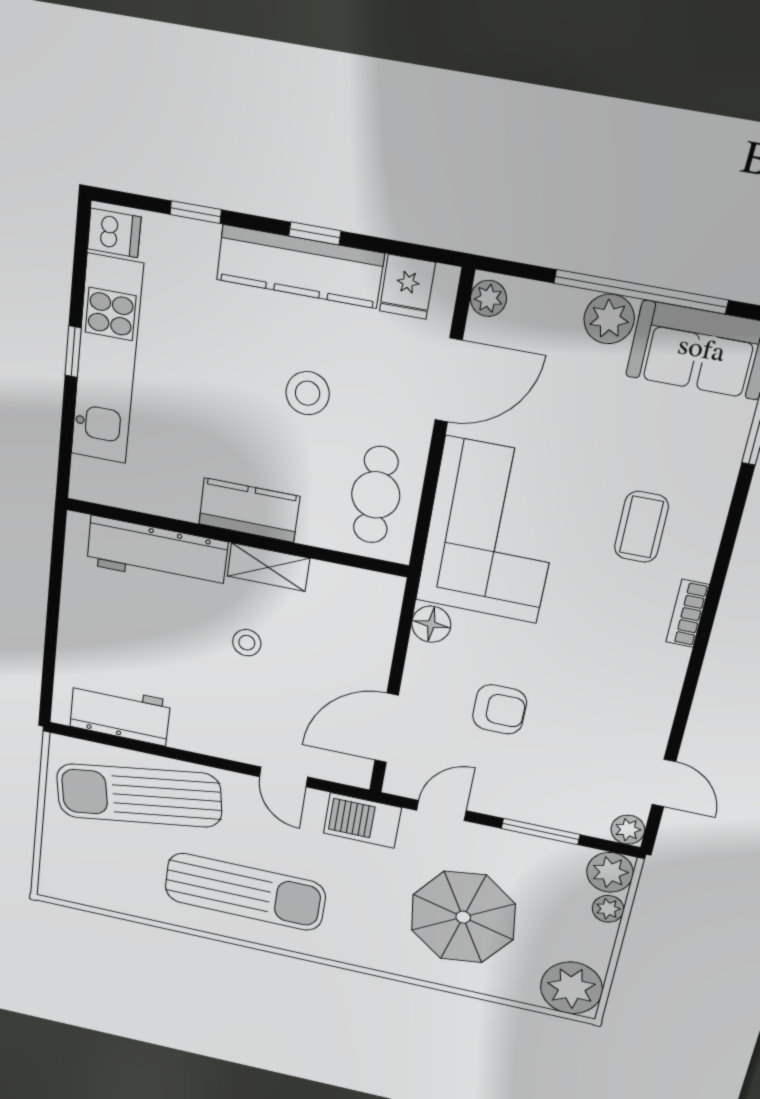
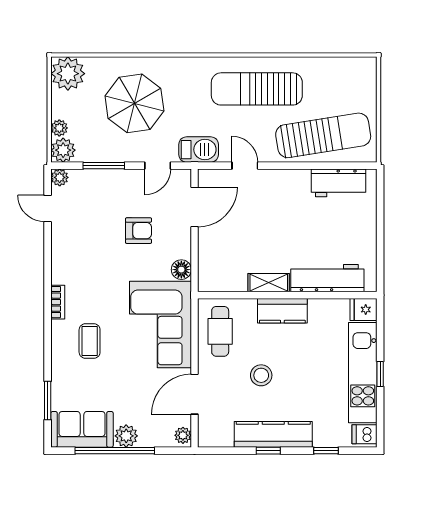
fridge: (407, 287) -> (364, 310), moved, turned -90
stool: (247, 643) -> (275, 239), removed
armchair: (500, 709) -> (138, 231), turned 180

